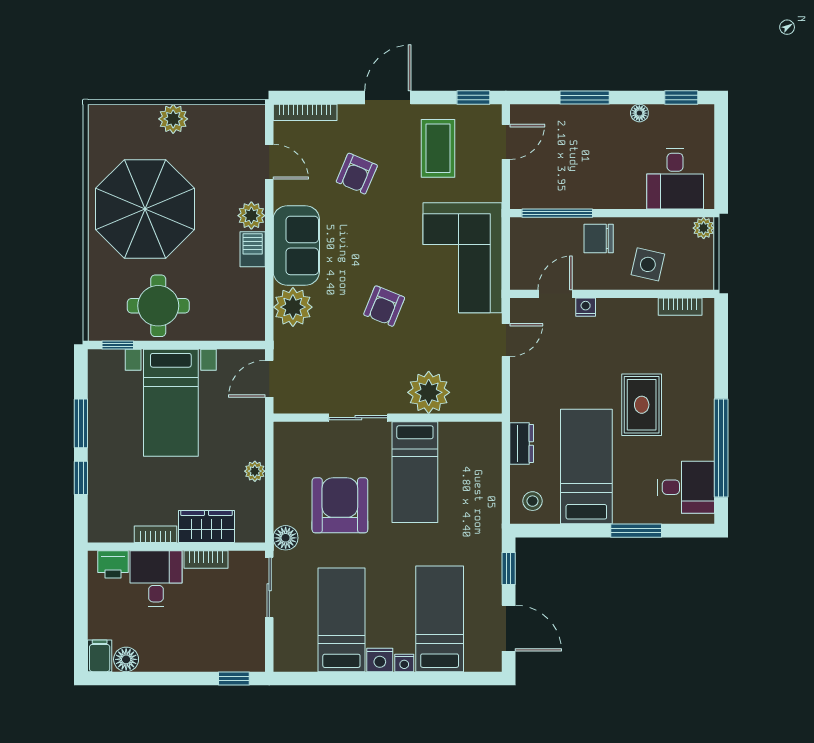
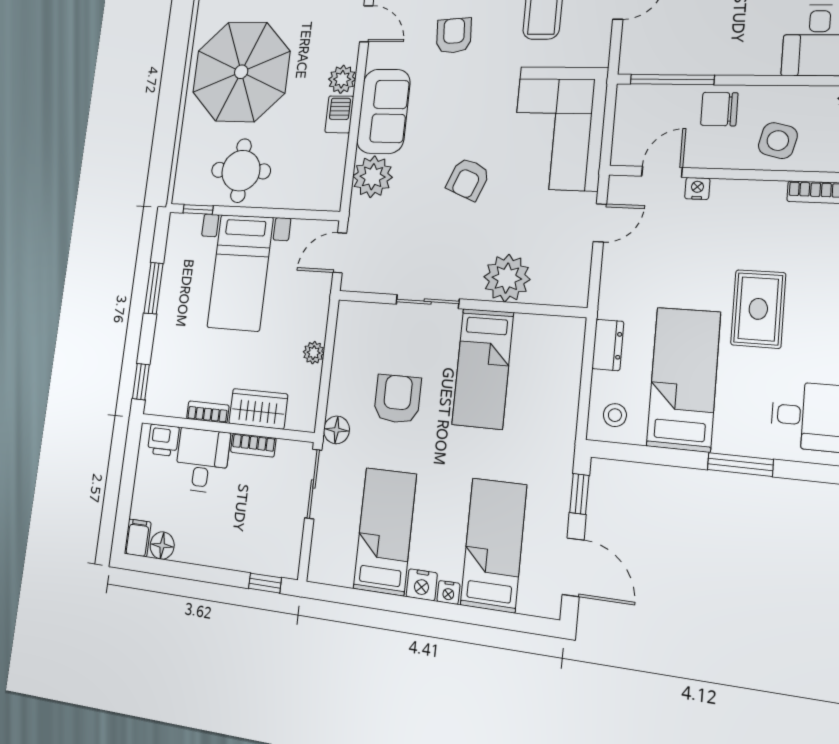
armchair: (357, 174) -> (454, 36), turned 153
window: (81, 478) -> (141, 382), moved
armchair: (340, 505) -> (397, 399), width x0.73, depth x0.73

